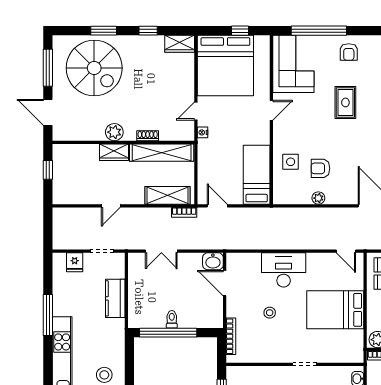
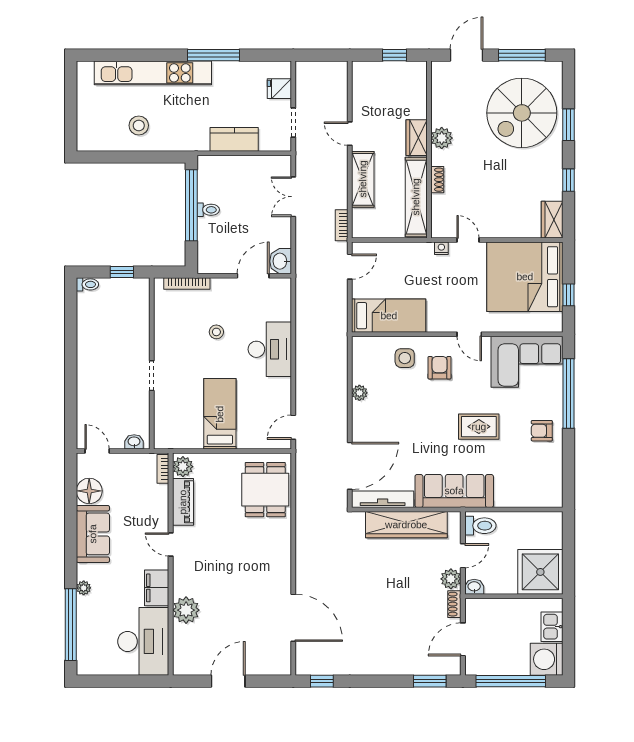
armchair: (320, 168) -> (440, 368), moved
shelving: (167, 195) -> (363, 179), moved
bed: (335, 310) -> (220, 414), width x0.67

